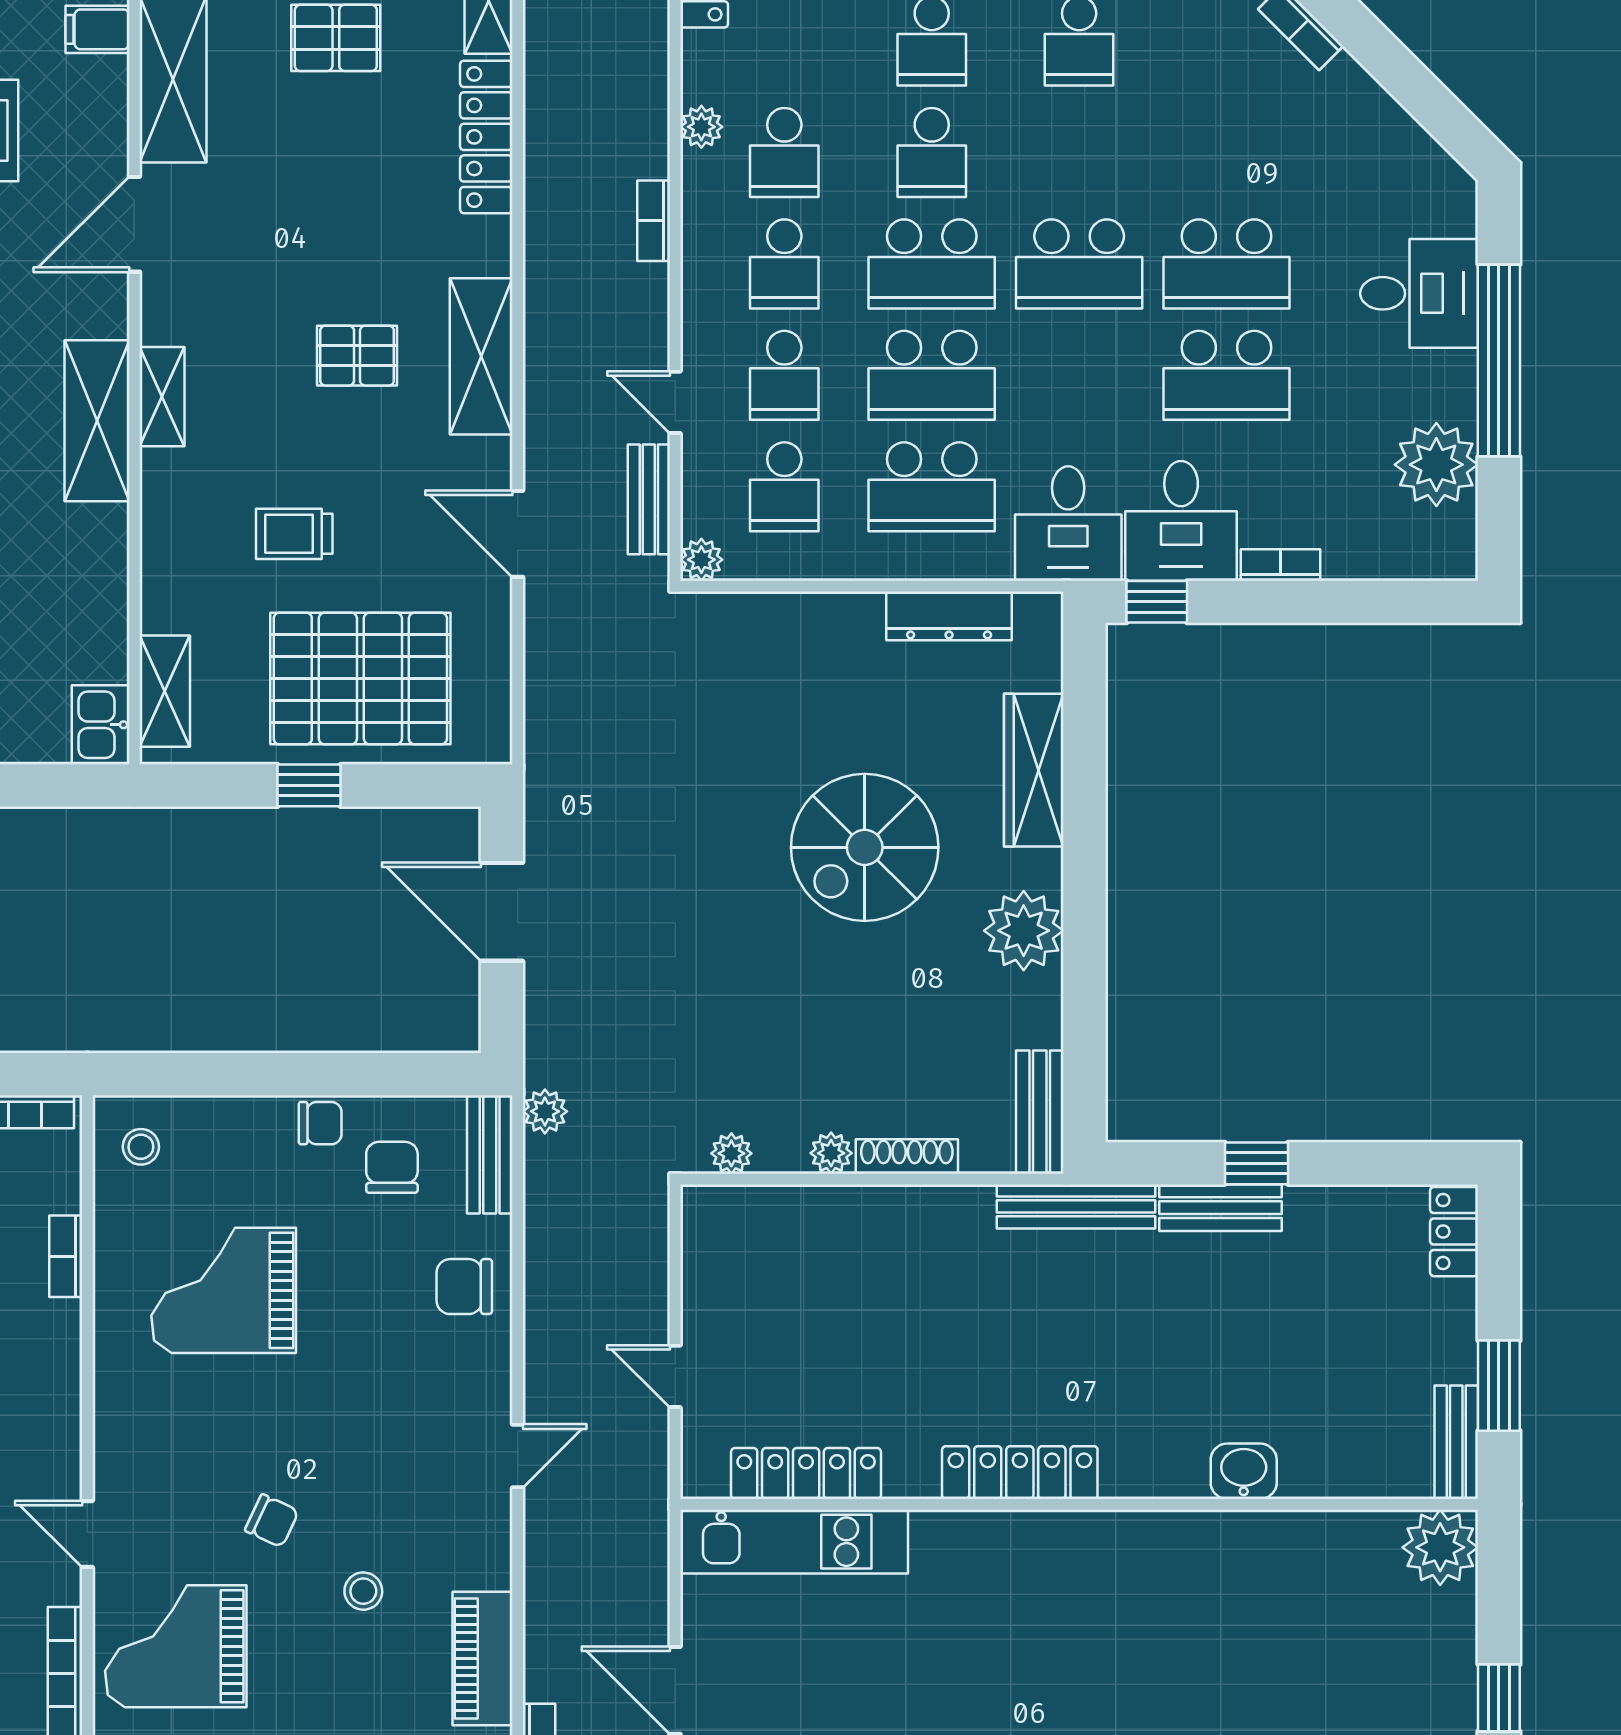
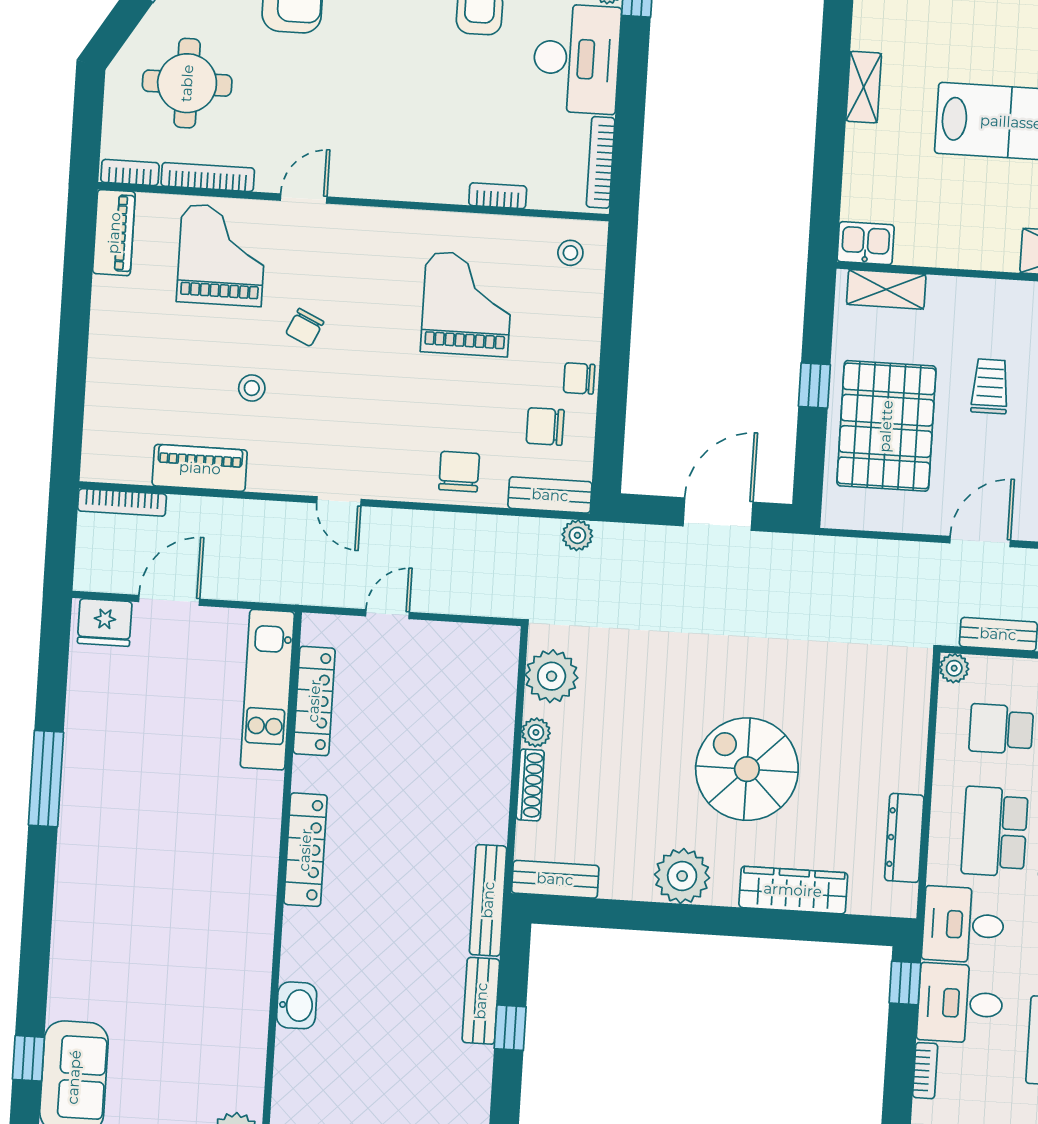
chair: (320, 1123) -> (579, 378), turned 90
plant: (731, 1153) -> (552, 676), width x1.87, depth x1.87
chair: (392, 1167) -> (545, 426), turned 180

